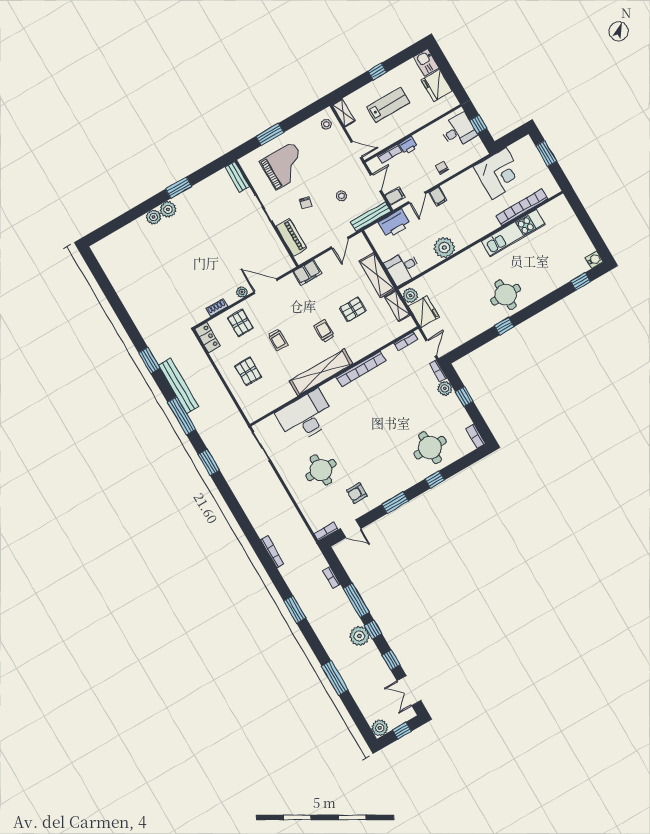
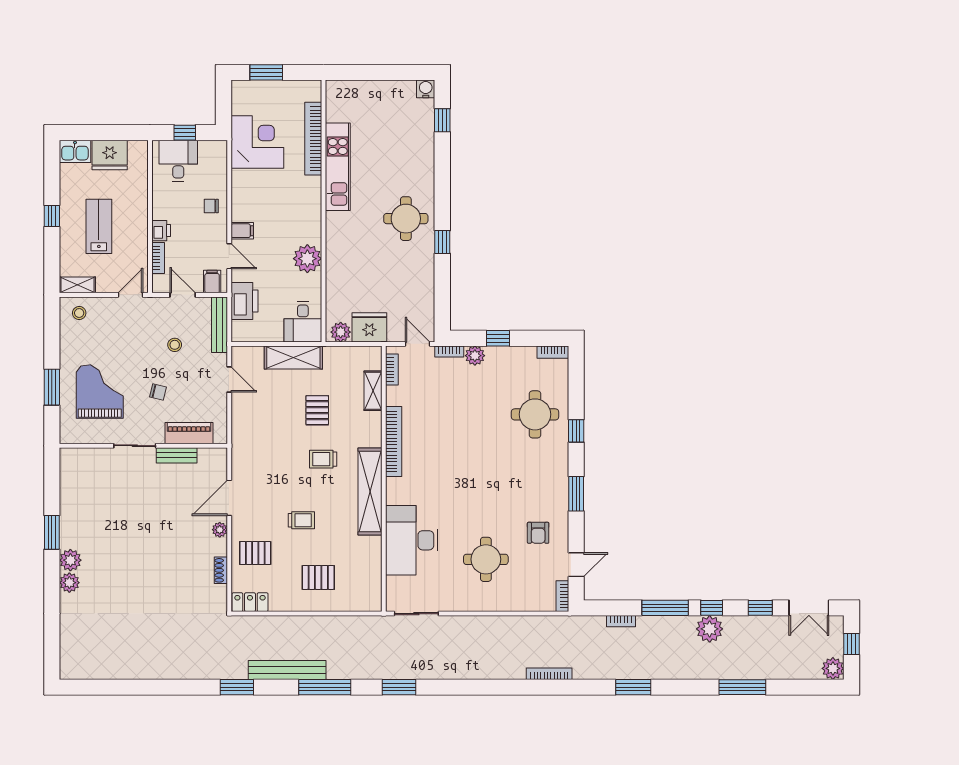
bench: (237, 177) -> (177, 455), moved
filing cabinet: (307, 273) -> (242, 439), removed
shelving: (397, 306) -> (373, 391), moved, turned 90

